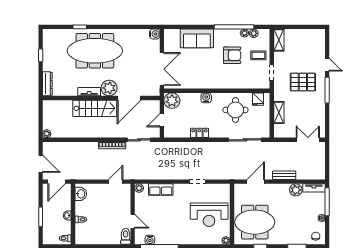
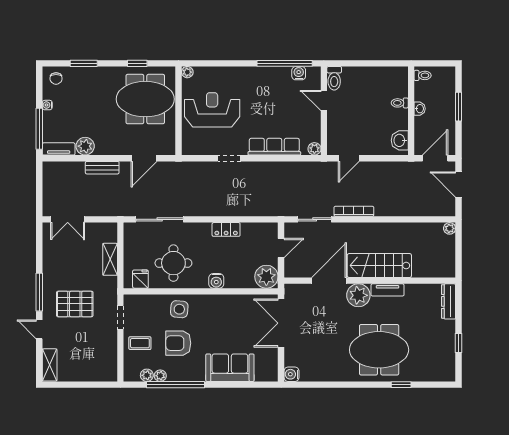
shelving: (279, 40) -> (50, 365), moved
meeting table: (95, 51) -> (379, 350), width x0.73
side table: (231, 78) -> (179, 309), added
row of seats: (161, 190) -> (274, 147), width x1.48

